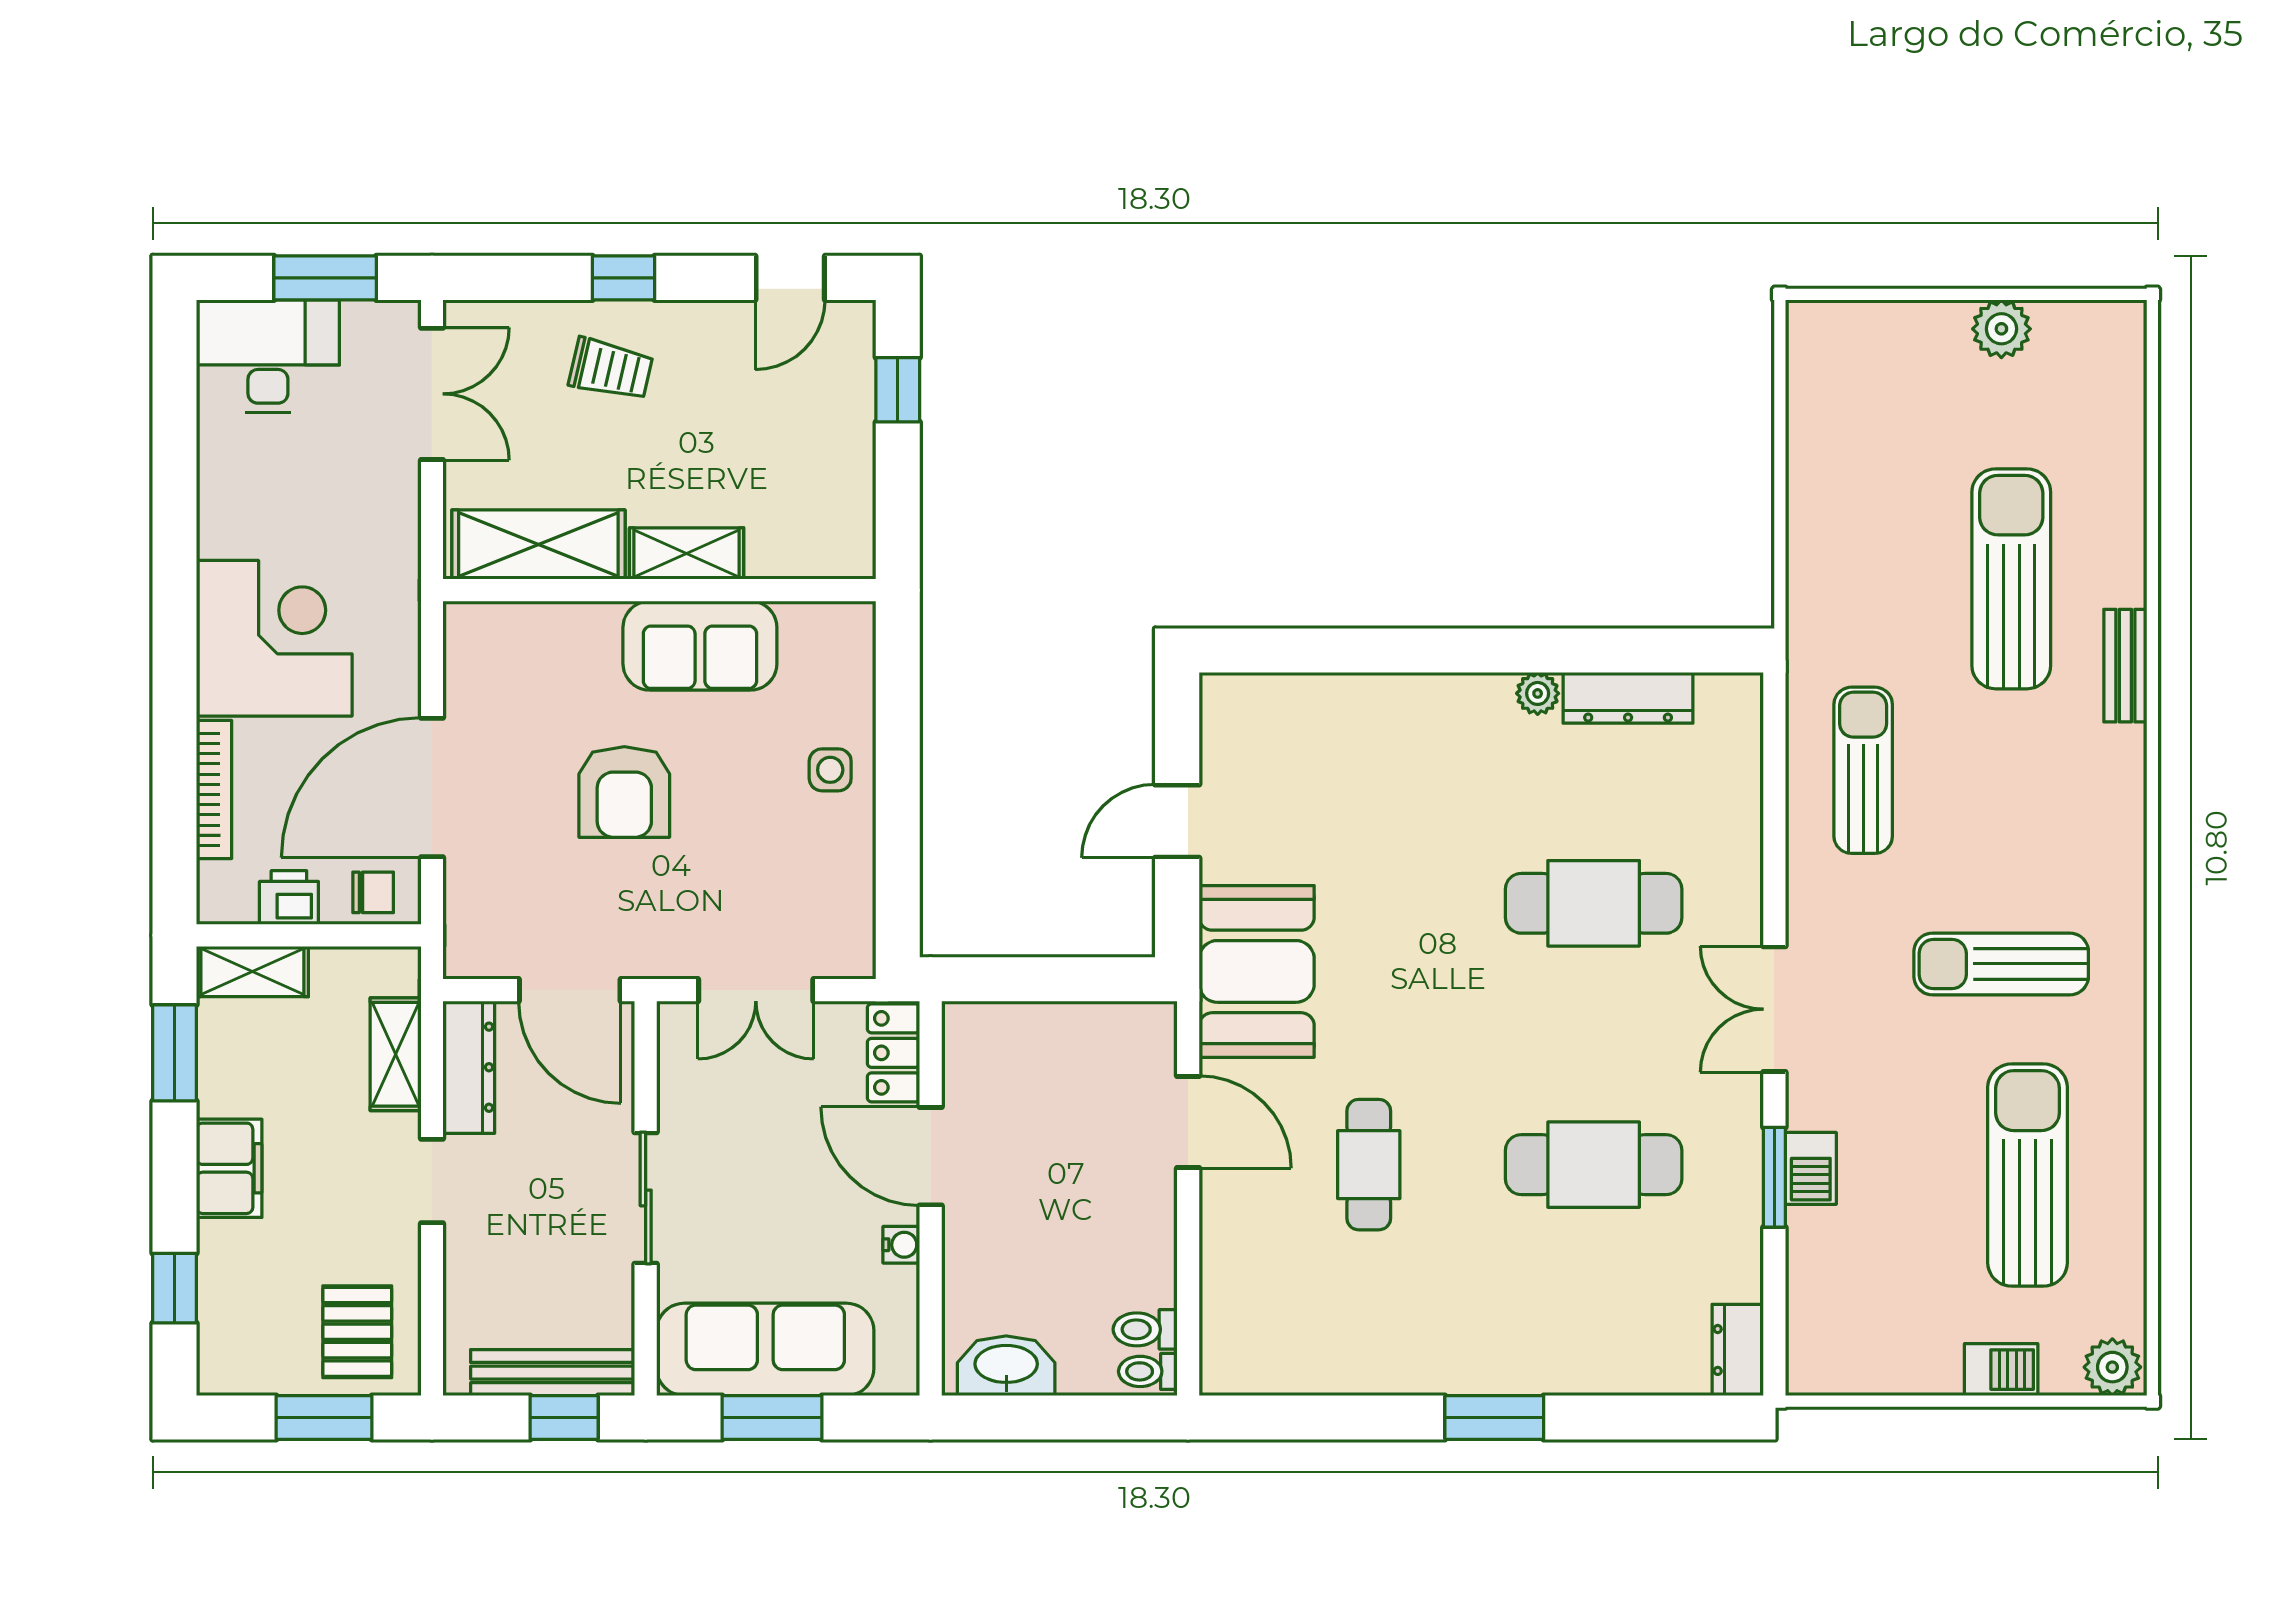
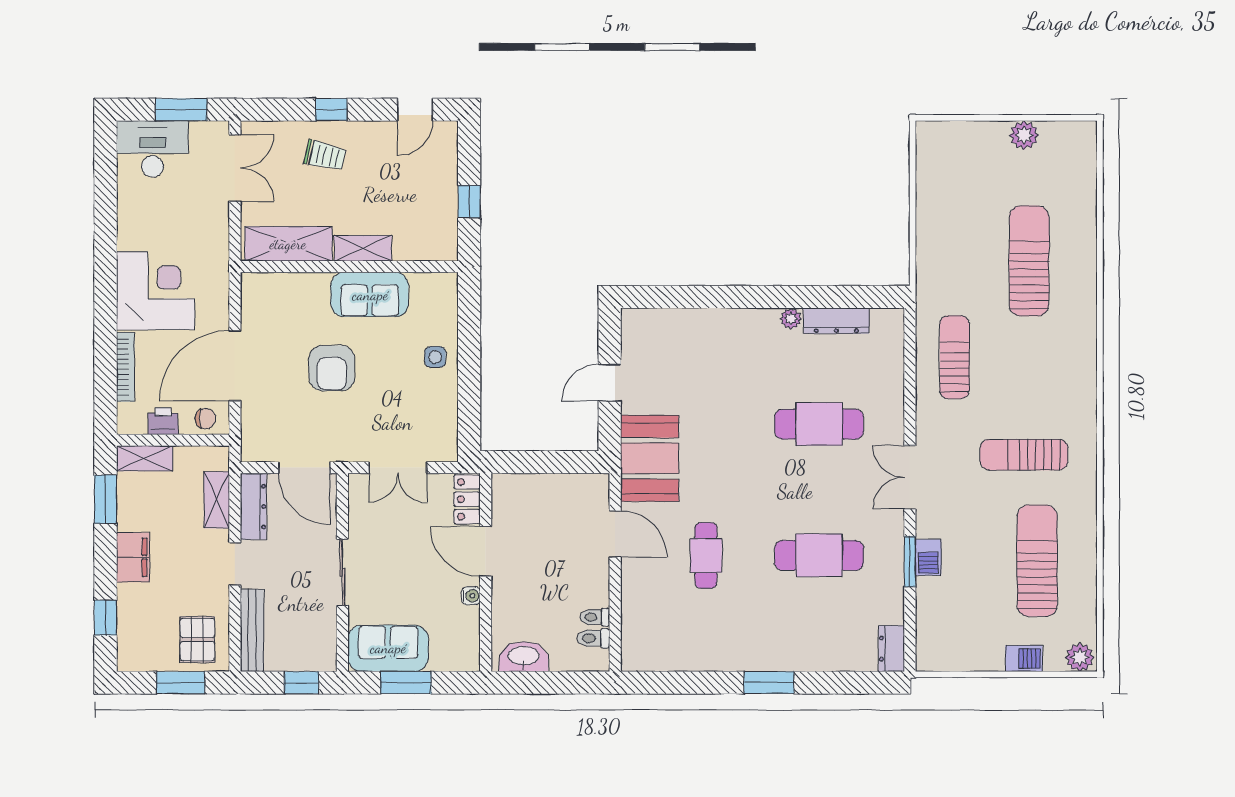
window: (898, 390) -> (469, 202), moved
bench: (2125, 666) -> (1086, 305), removed
sofa: (765, 1349) -> (388, 648), width x0.73
toilet: (1148, 1371) -> (595, 617), moved
bench: (553, 1373) -> (252, 630), moved, turned 90

